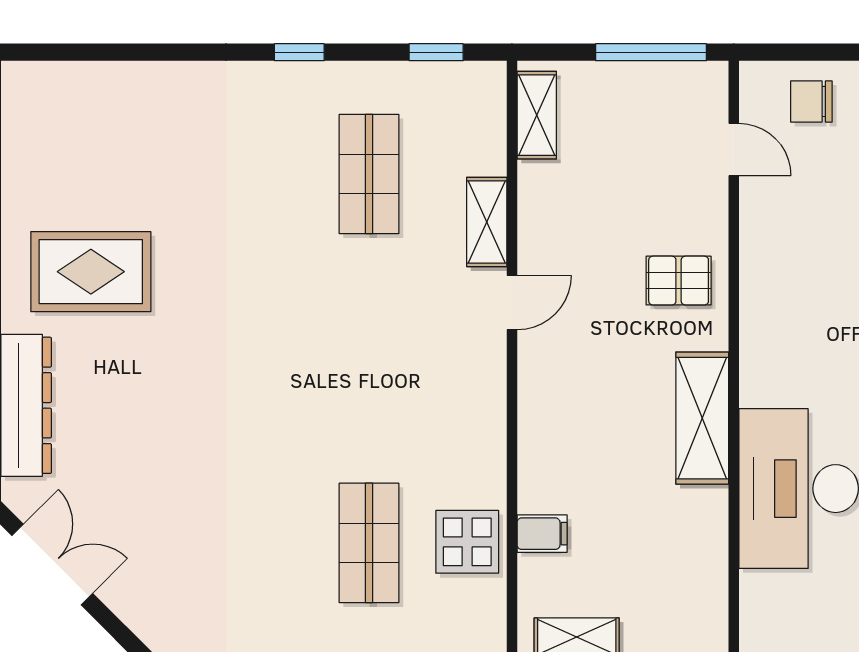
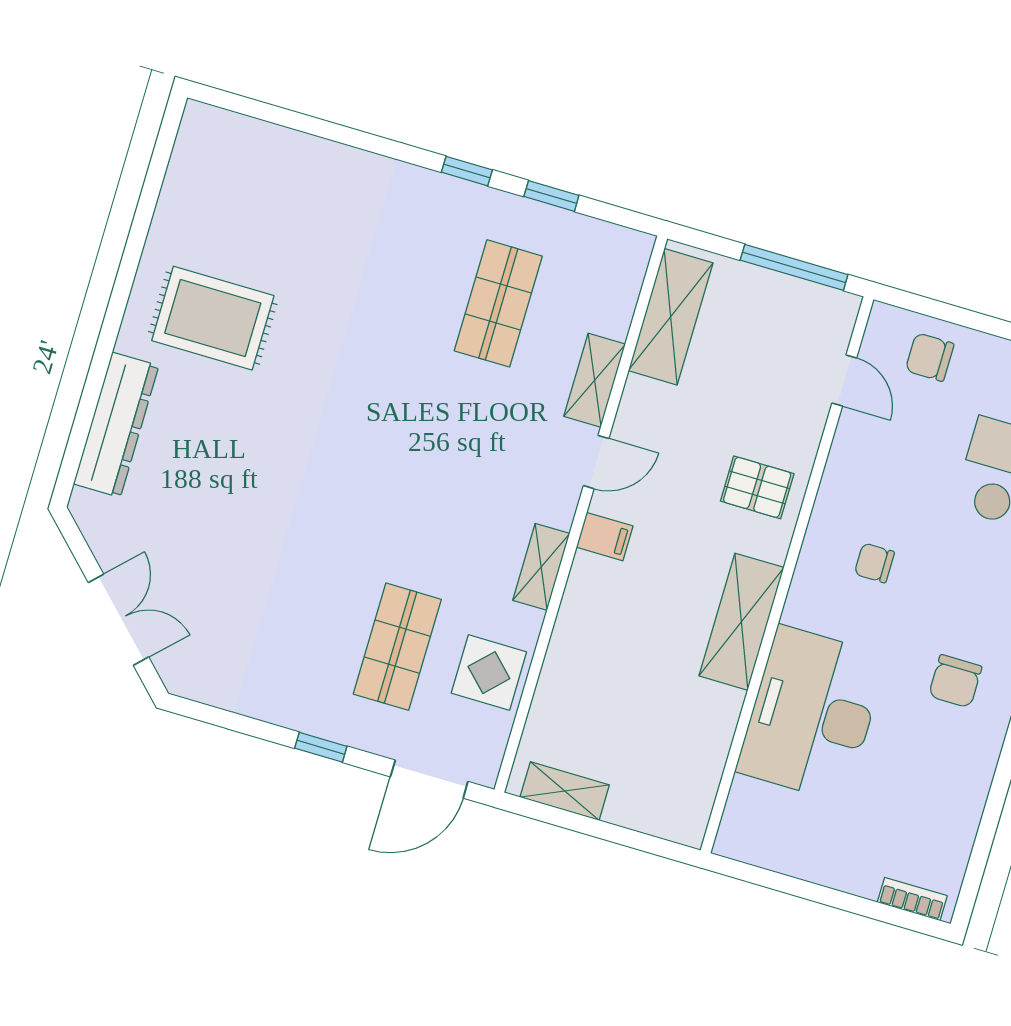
window: (436, 52) -> (551, 196), moved
shelving: (537, 115) -> (671, 317), width x1.50, depth x1.33
chair: (817, 321) -> (874, 563), added
shelving: (488, 422) -> (541, 567), added
filing cabinet: (542, 534) -> (605, 537), moved
double door: (52, 564) -> (118, 620), moved

